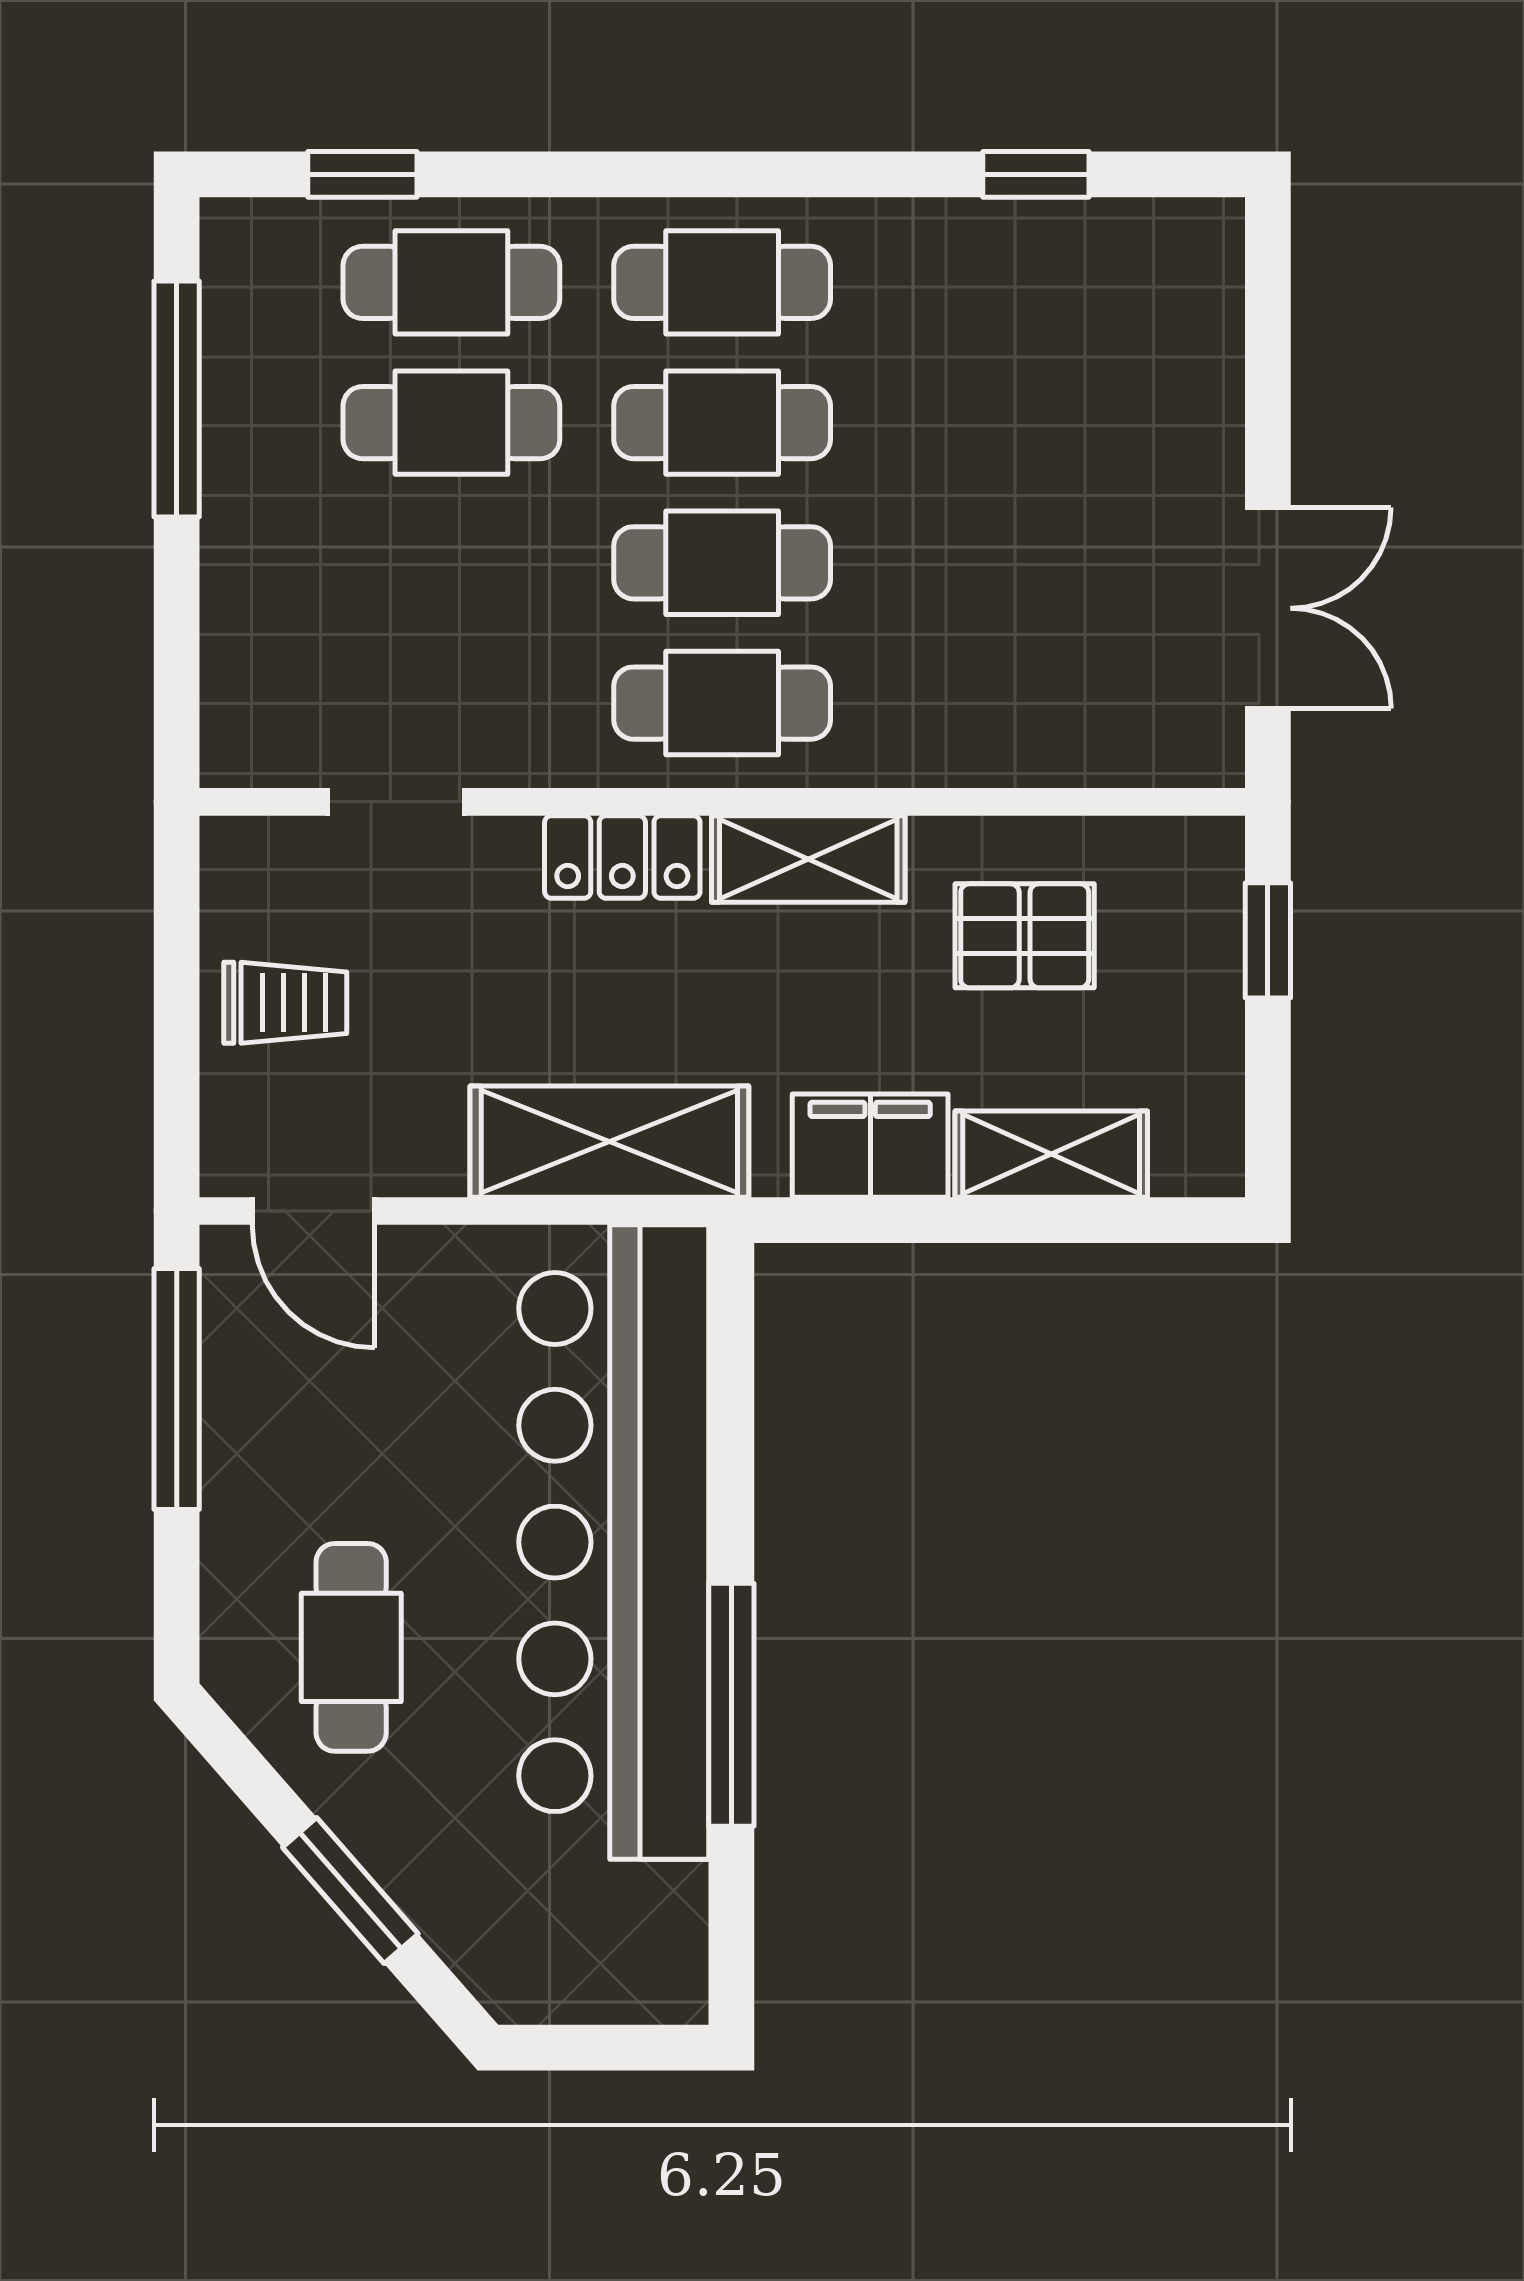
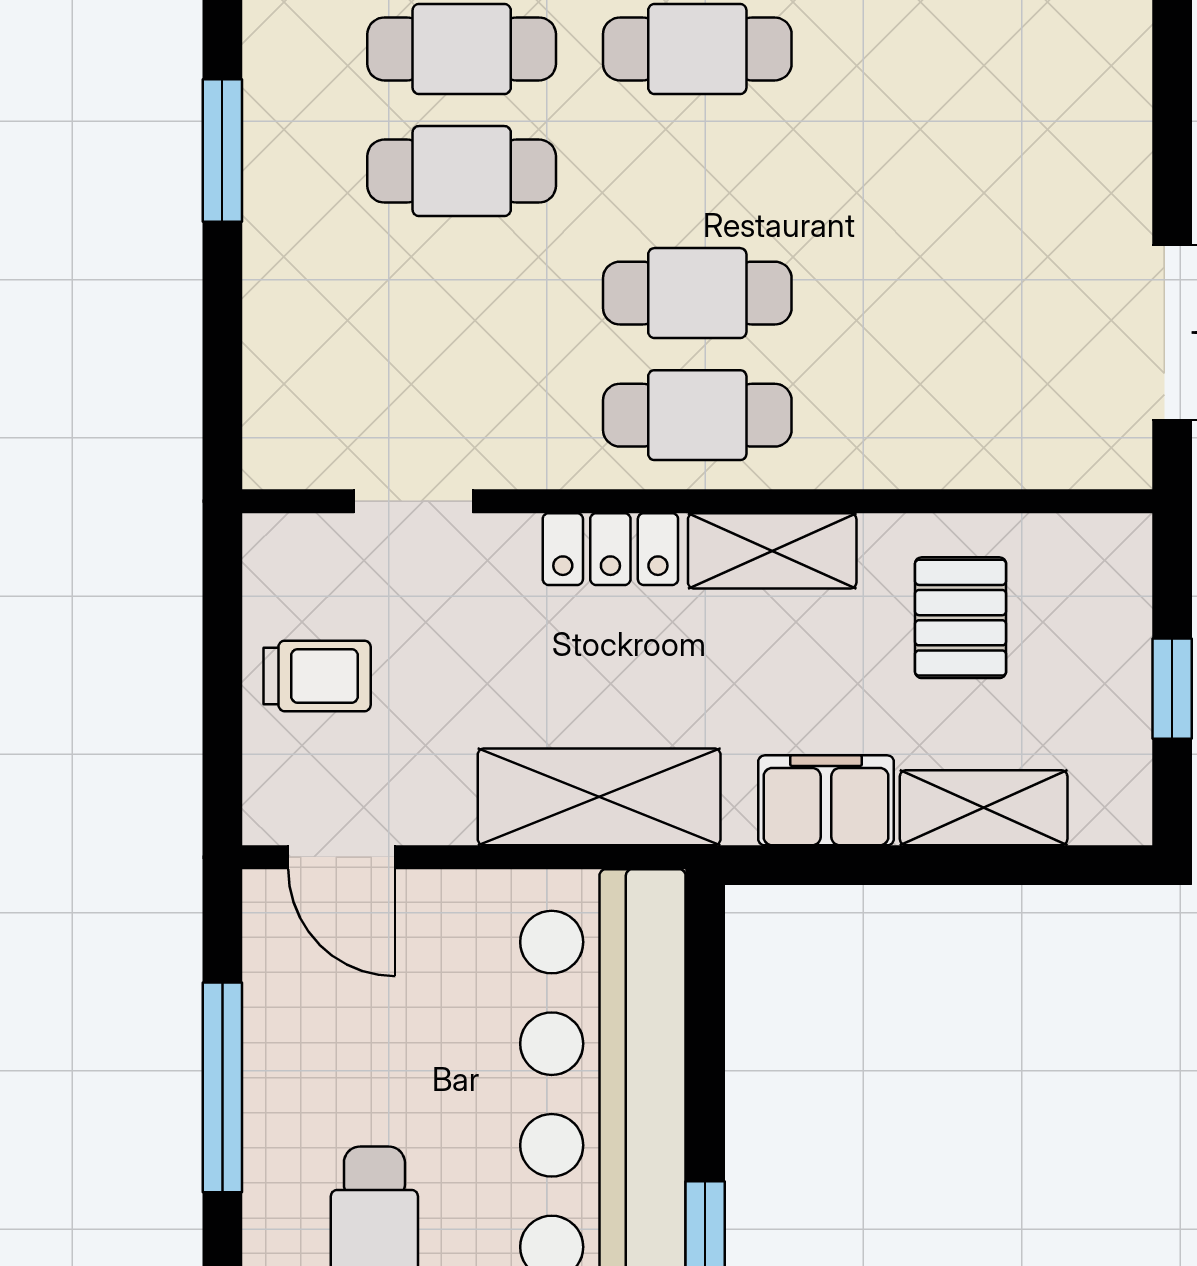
window: (177, 399) -> (222, 151), width x0.69
cafe table: (722, 423) -> (697, 171), removed
pallet: (1025, 936) -> (961, 618), turned 90
window: (1268, 940) -> (1172, 689), moved
window: (177, 1389) -> (222, 1087), moved

